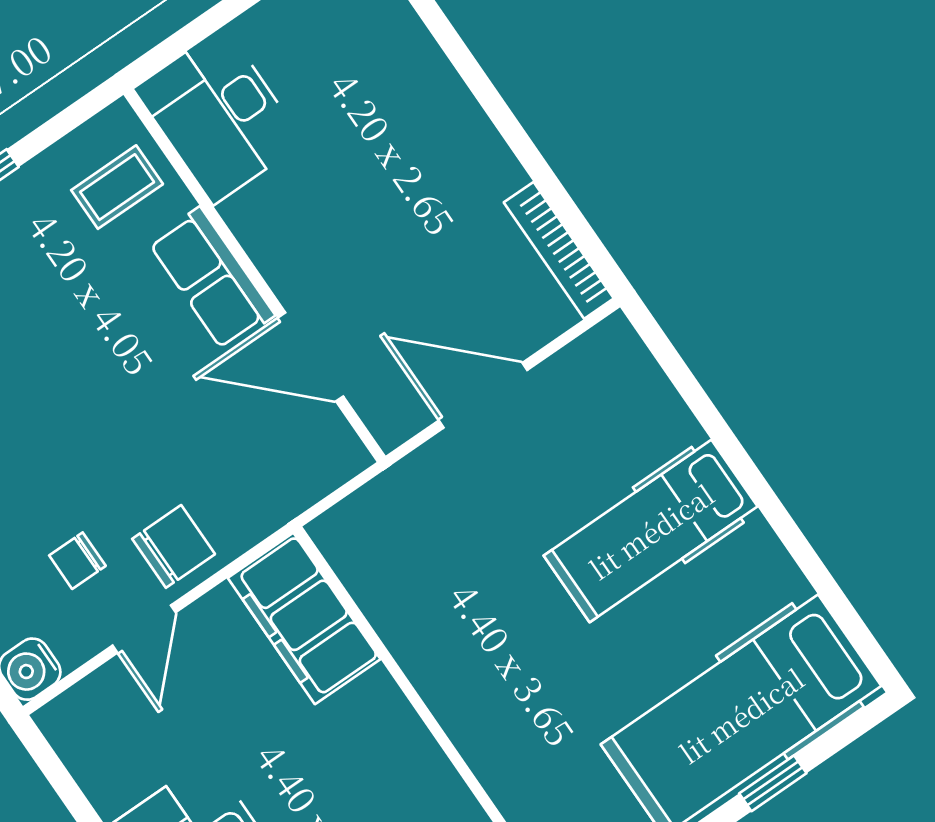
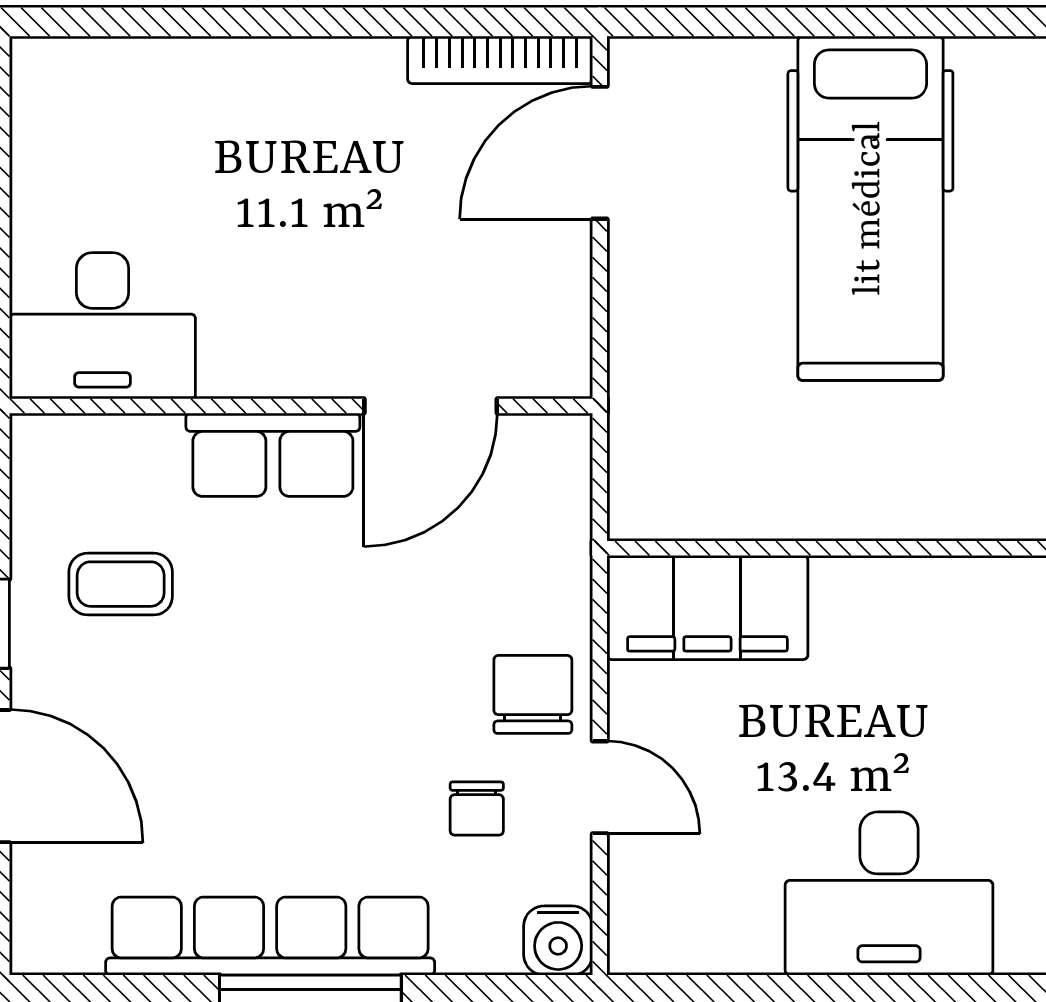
coffee table: (117, 187) -> (121, 584), moved, turned 90
door: (483, 395) -> (600, 153), moved
hospital bed: (651, 531) -> (870, 208), width x1.37, depth x1.29

